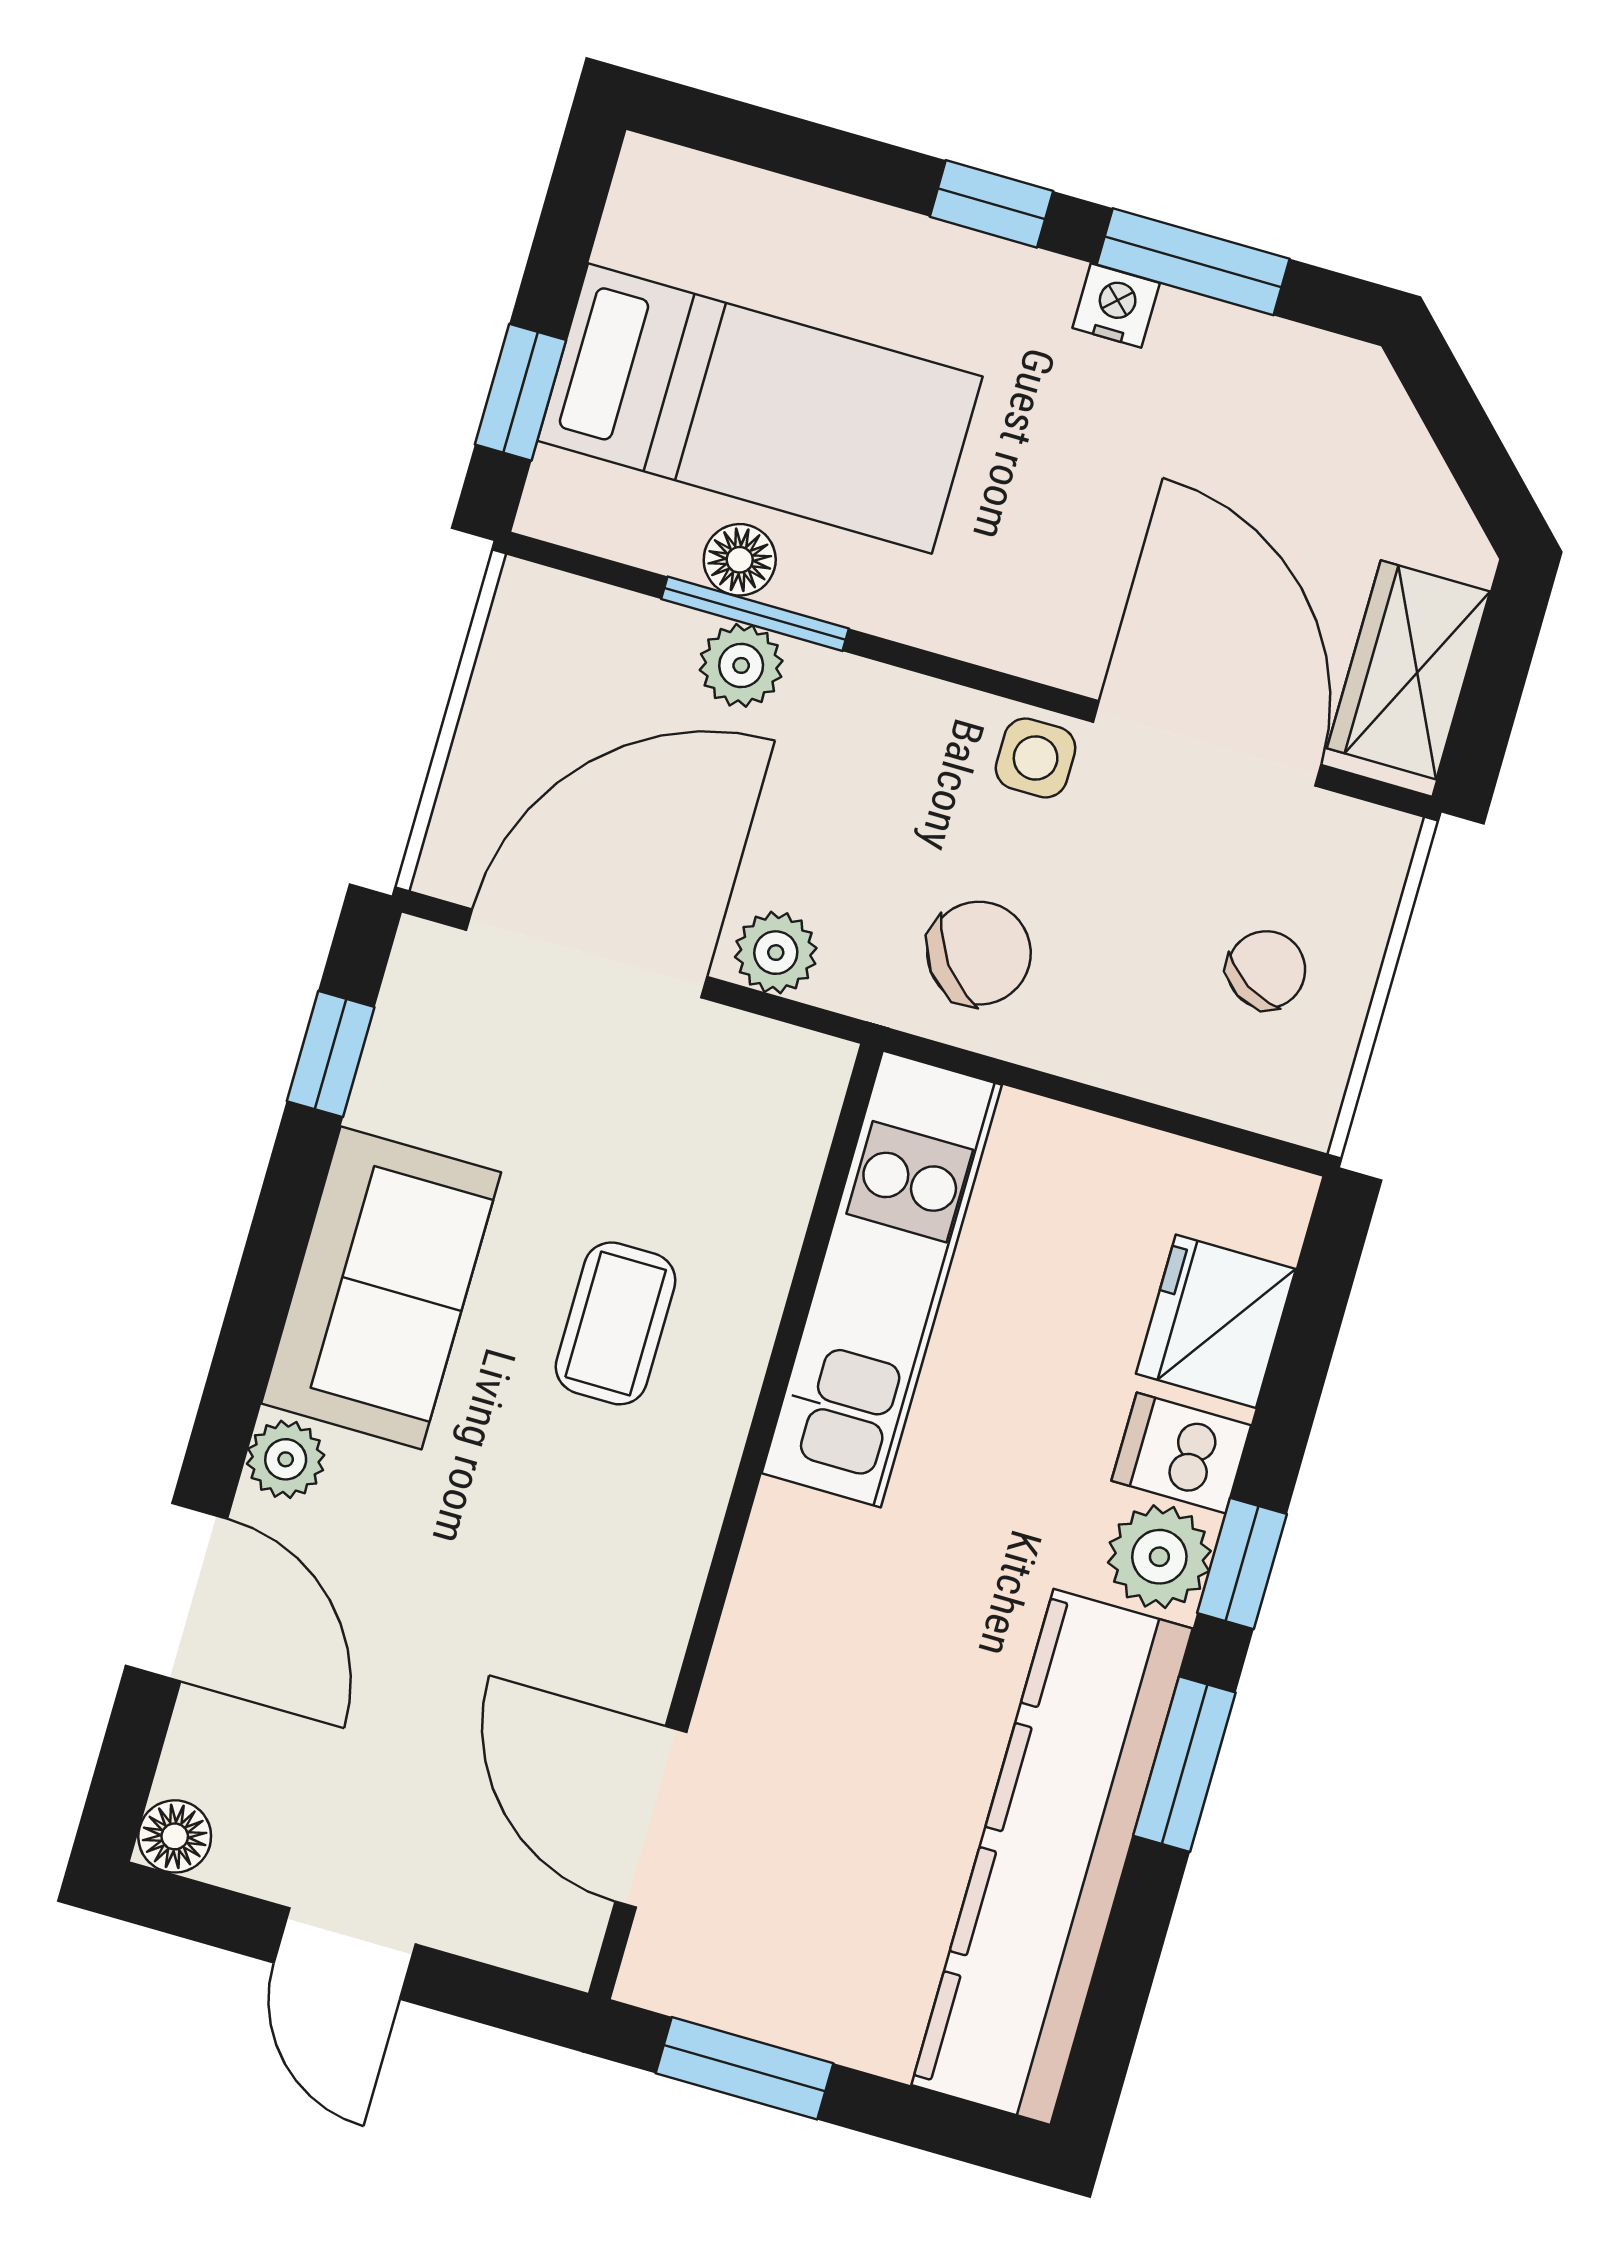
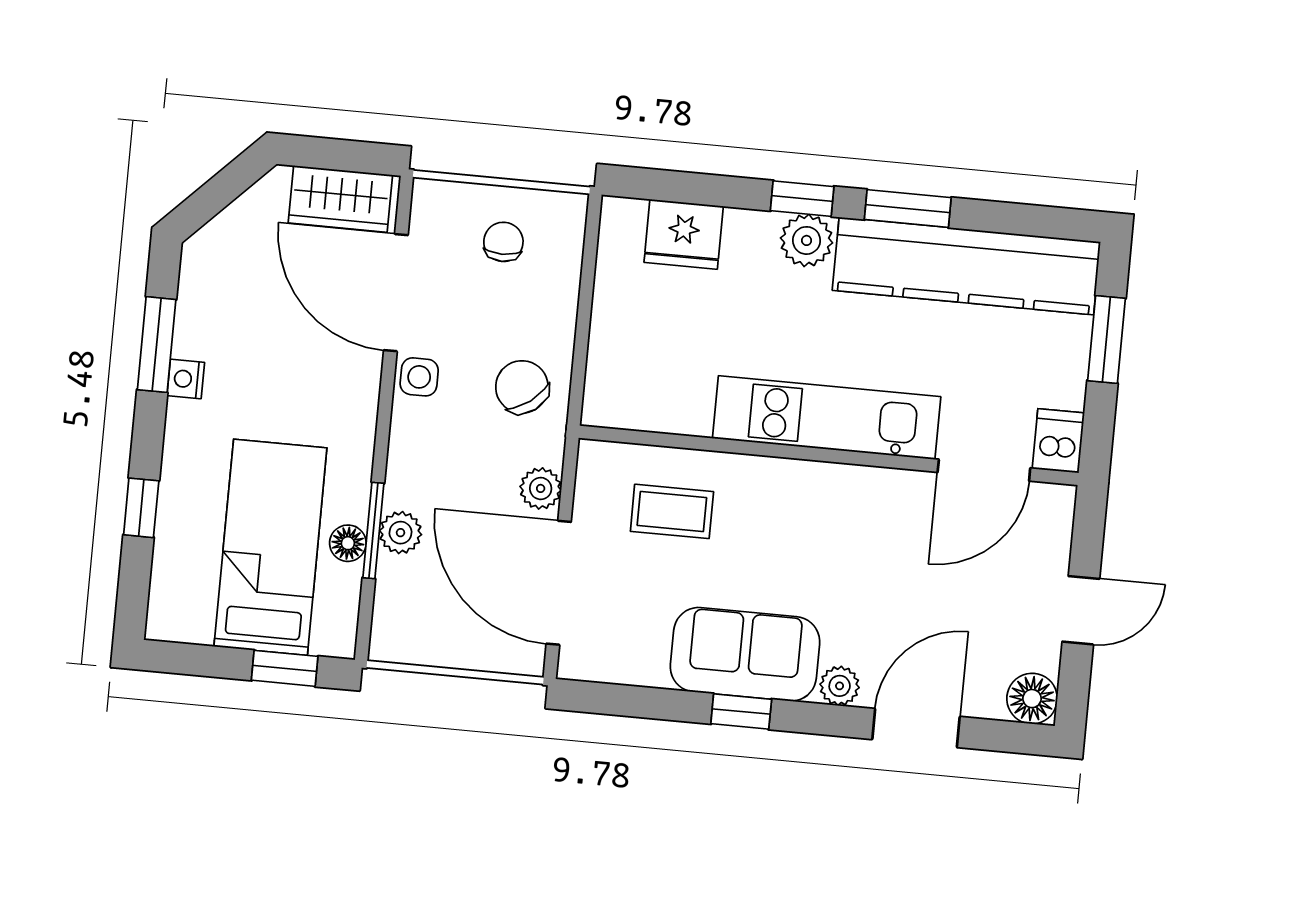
window: (991, 204) -> (141, 508), moved
door: (1207, 743) -> (396, 293), hinge flipped
chair: (1266, 970) -> (503, 242), turned 58
window: (331, 1054) -> (741, 712), moved
kitchen unit: (882, 1279) -> (827, 418), moved
coffee table: (616, 1323) -> (672, 511), moved
dishwasher: (1181, 1453) -> (1058, 441), moved, turned 180
floor lamp: (175, 1836) -> (1032, 699), width x1.37, depth x1.37
window: (745, 2068) -> (1106, 339), moved

